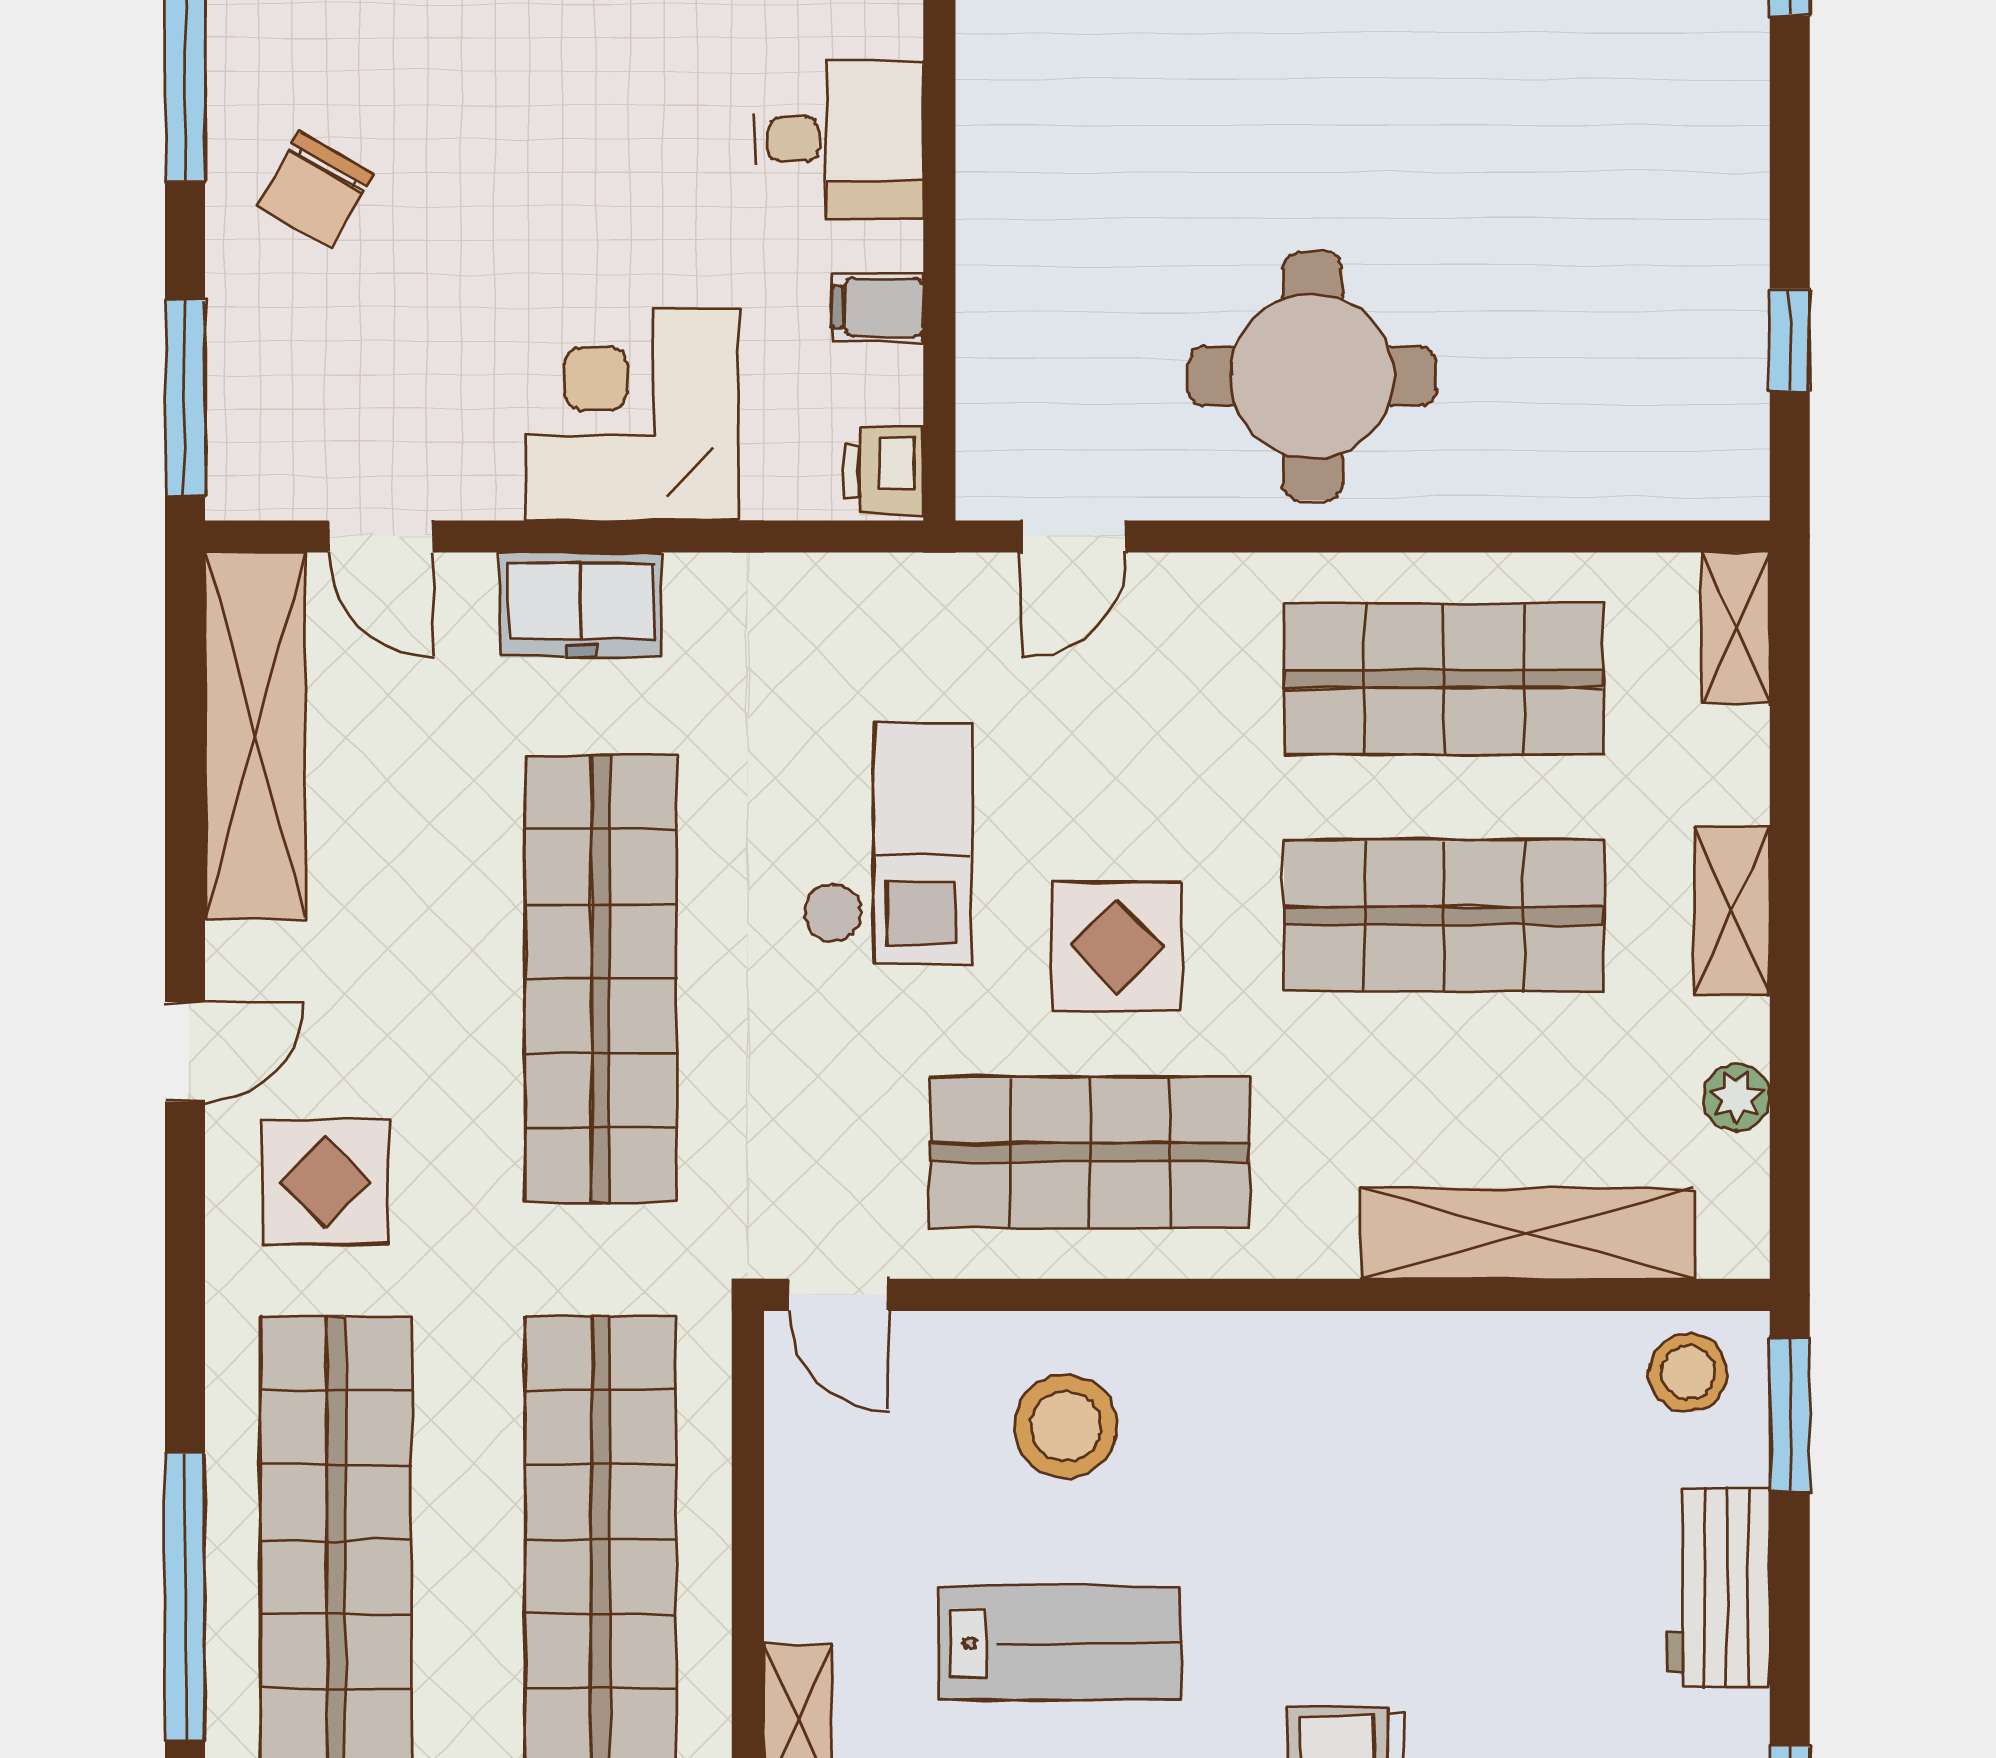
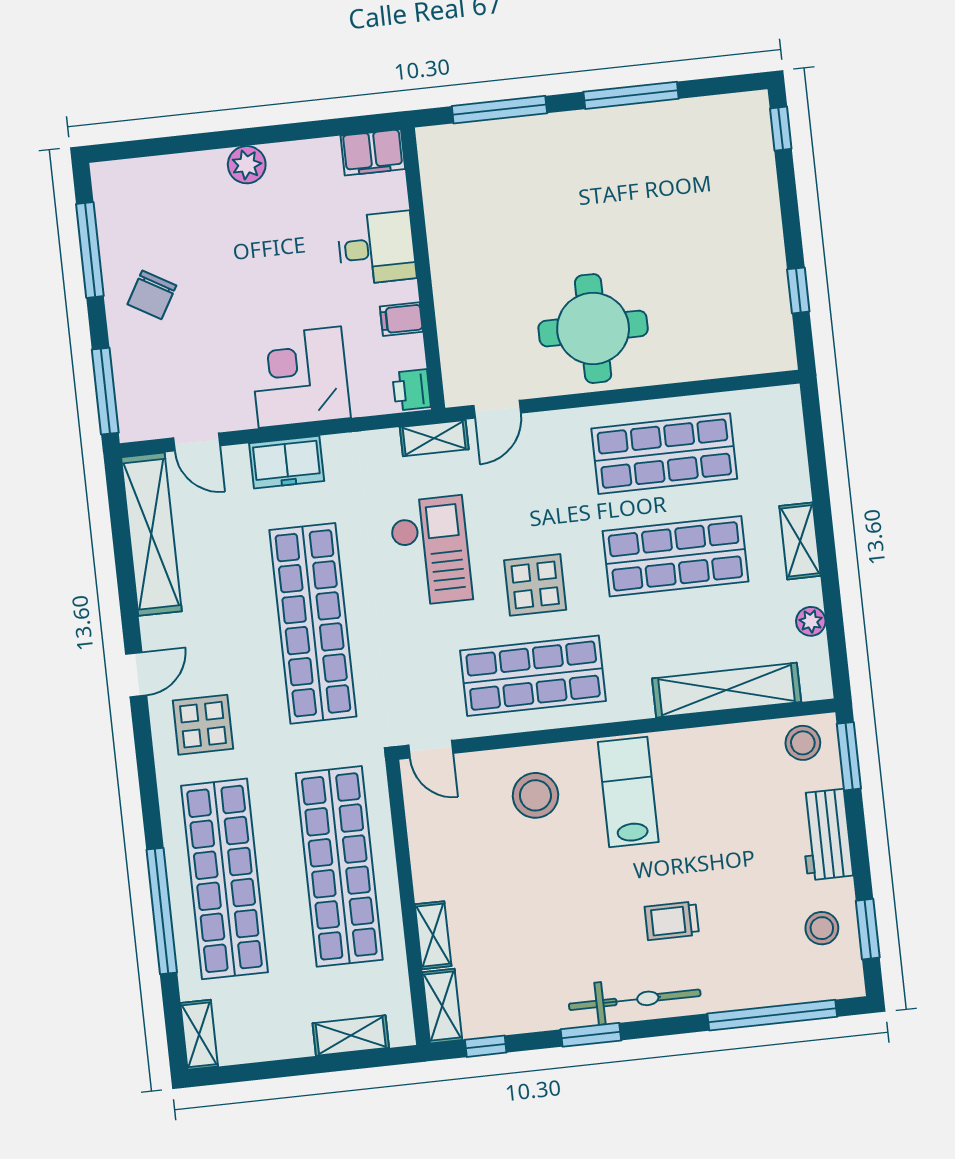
shelving: (1736, 628) -> (434, 438), moved, turned 90
lab bench: (1059, 1643) -> (628, 792), moved, turned -90

